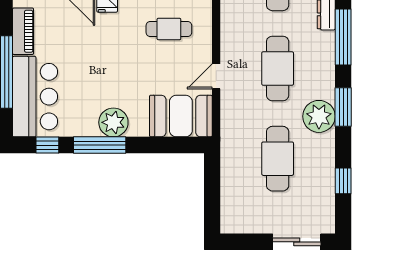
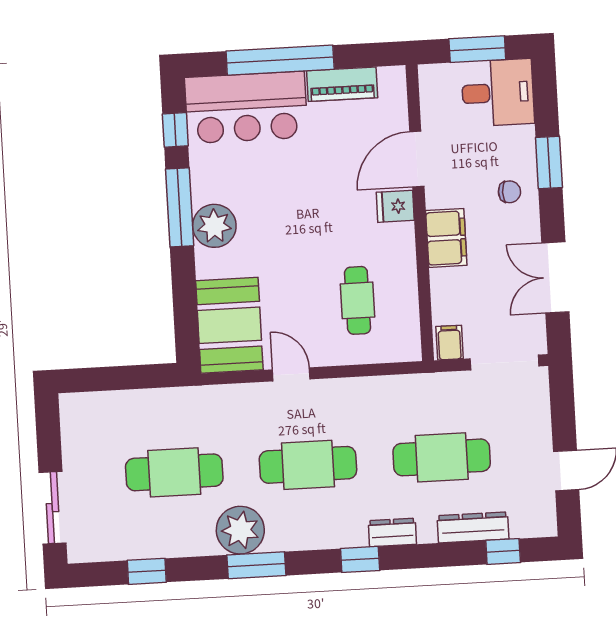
window: (343, 37) -> (360, 559), width x0.46

